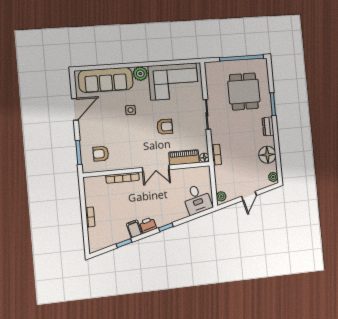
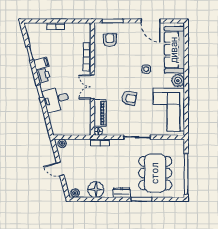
dining table: (244, 92) -> (155, 173), width x1.38
armchair: (165, 127) -> (129, 98), turned -79
desk: (197, 199) -> (56, 99), moved

